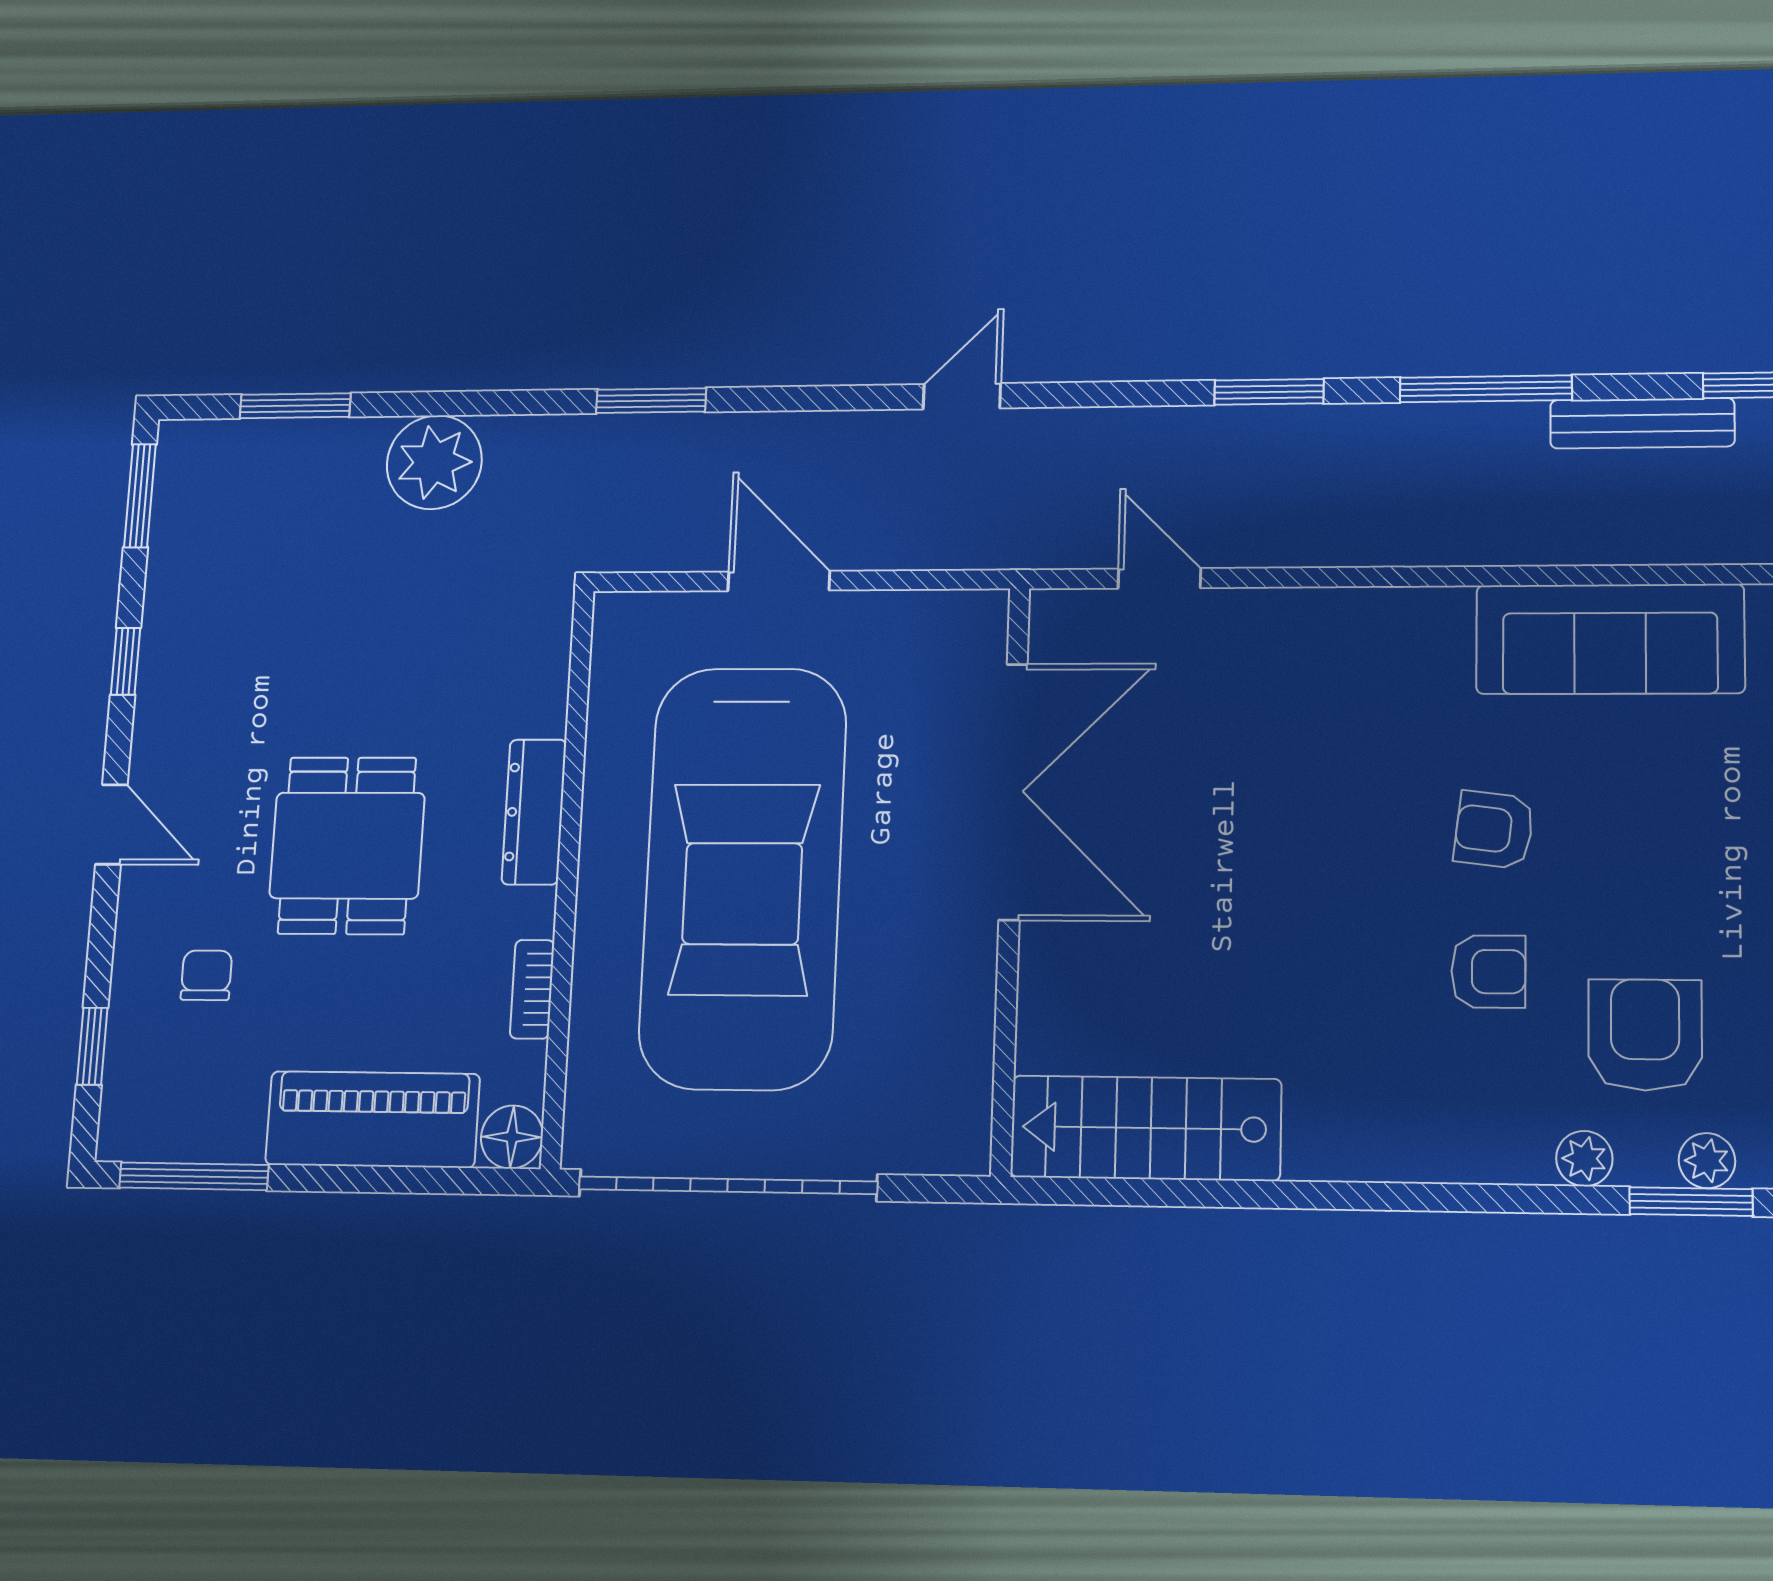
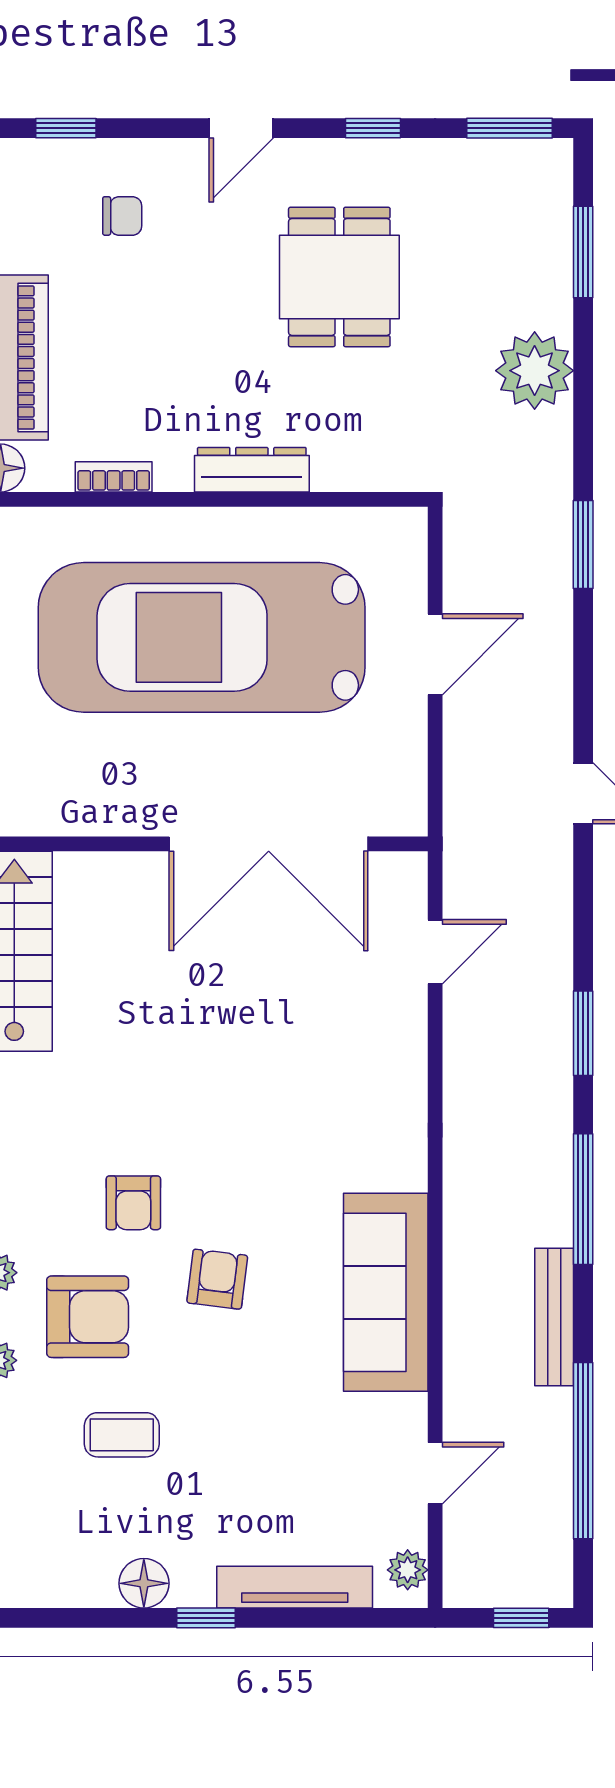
armchair: (1494, 830) -> (217, 1279), moved
dining table: (347, 846) -> (339, 277), moved, turned 90

